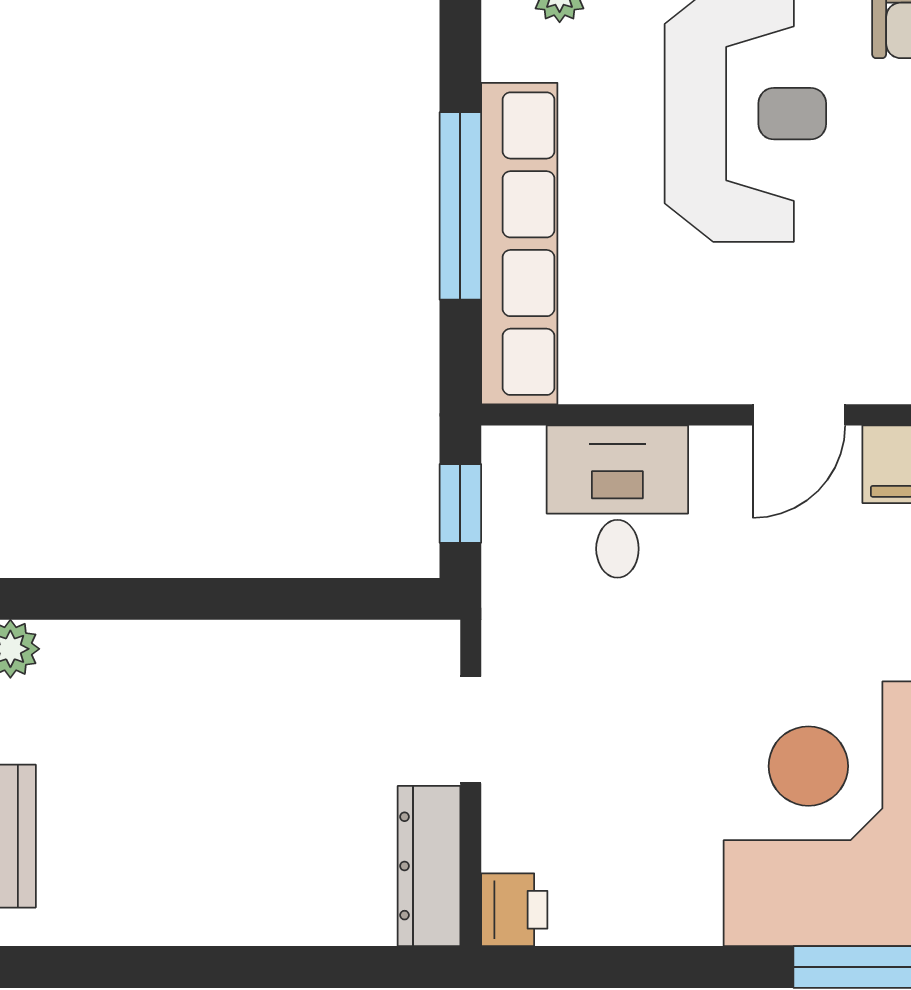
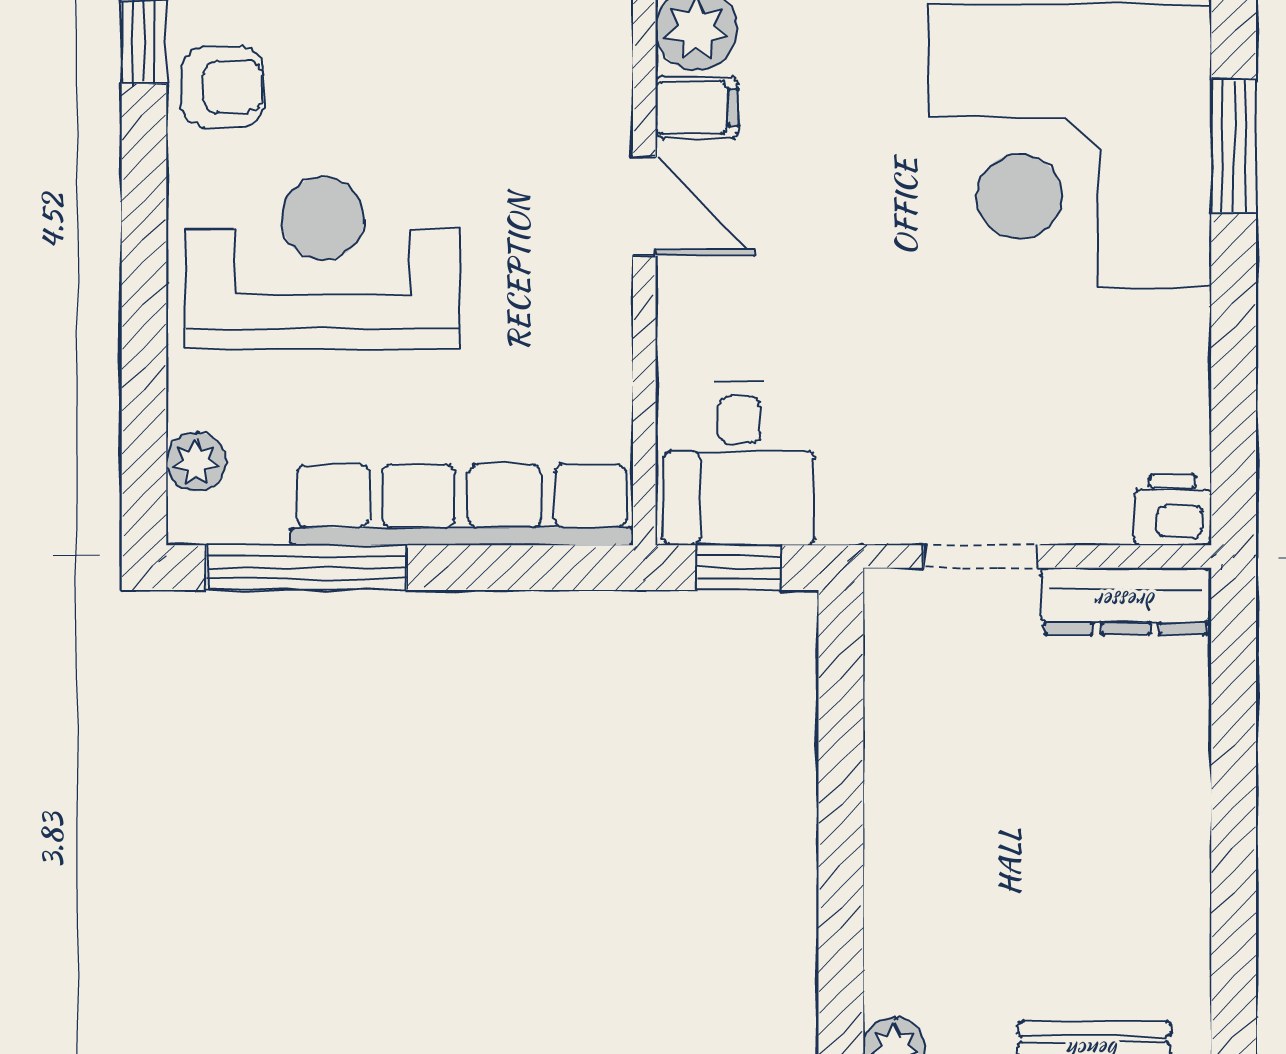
window: (460, 206) -> (307, 568), moved
desk: (617, 502) -> (739, 464), moved, turned -90

